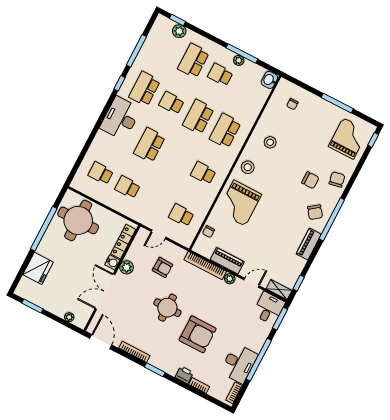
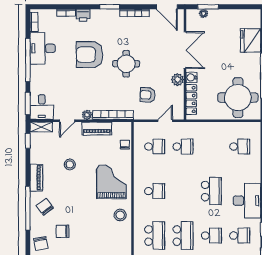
school desk: (145, 89) -> (240, 236), width x0.54
stool: (270, 142) -> (70, 165), moved
school desk: (128, 187) -> (183, 147), moved
window: (32, 306) -> (208, 7), moved

